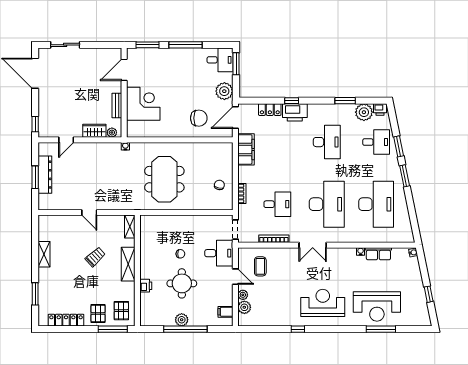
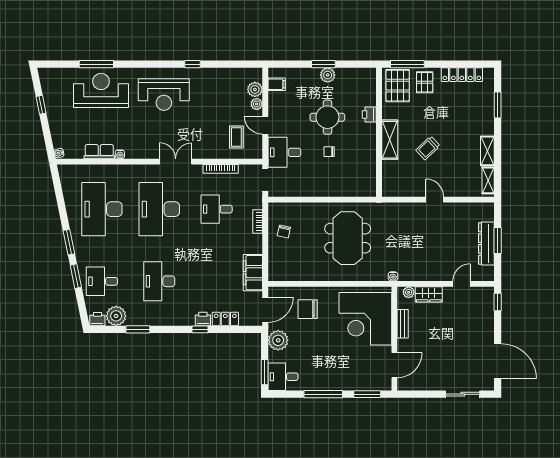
corner desk: (143, 104) -> (365, 319), width x1.36, depth x1.36
printer: (295, 112) -> (203, 319), width x0.53, depth x0.68
shelving: (130, 227) -> (488, 180), moved
pallet: (121, 311) -> (398, 86), width x1.50, depth x1.42
window: (185, 329) -> (323, 64), width x0.47

